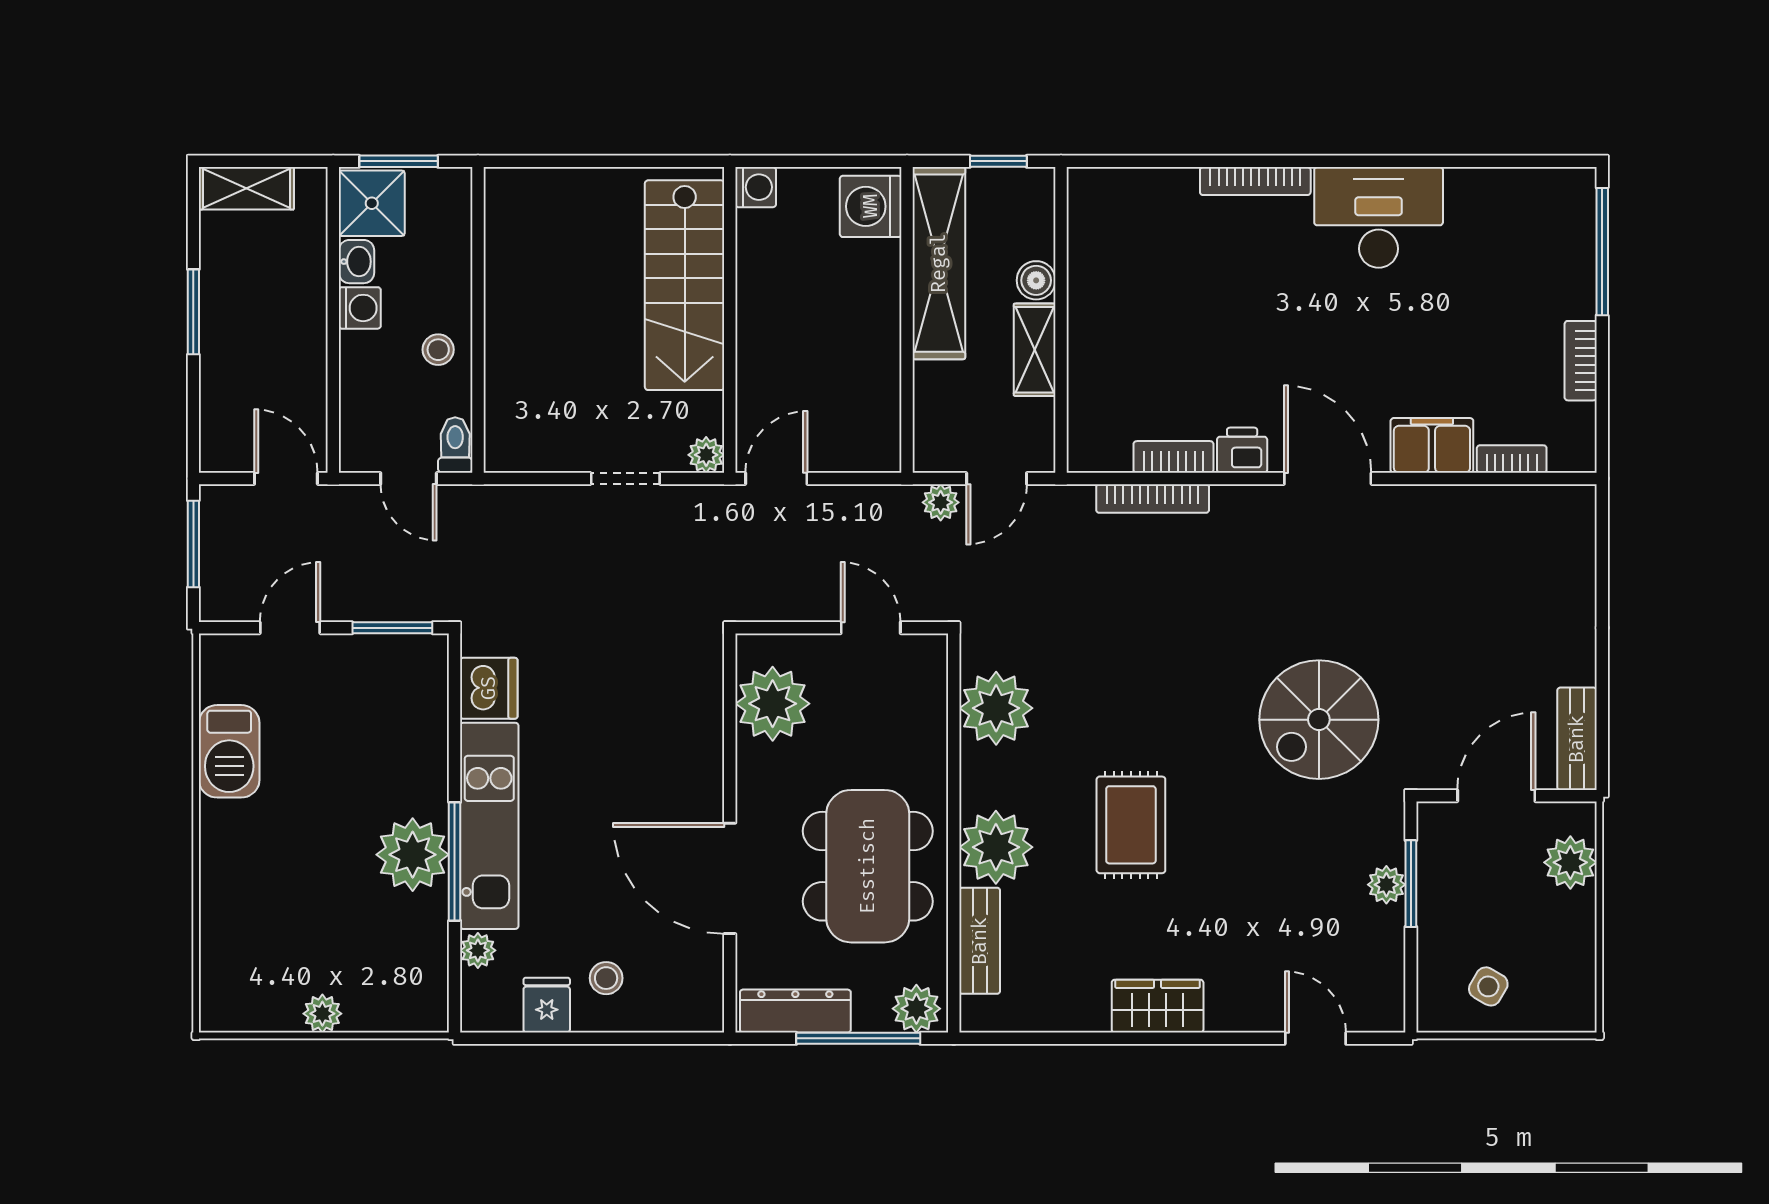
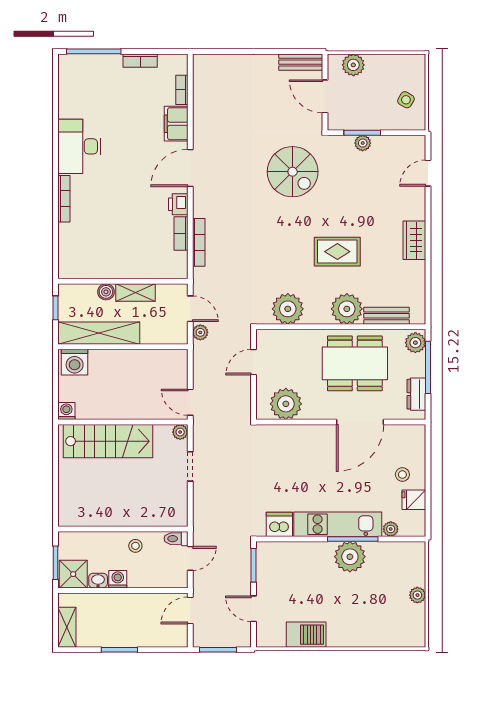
dresser: (795, 1011) -> (416, 394), width x0.70

